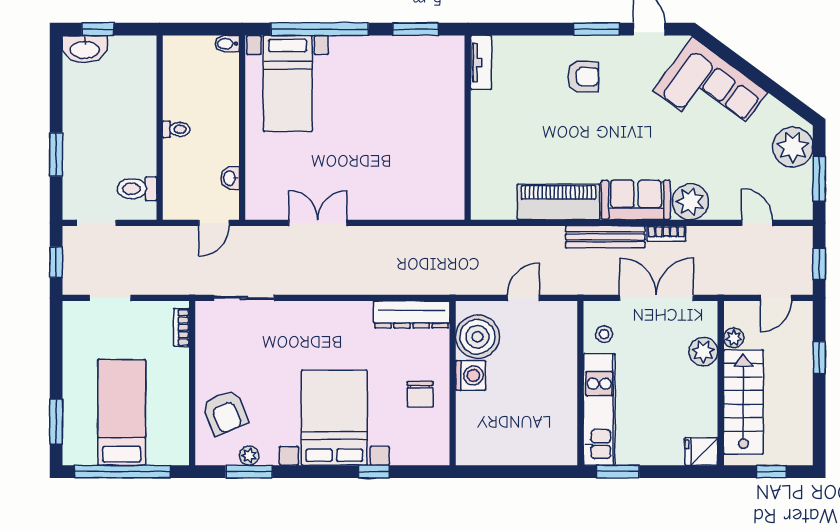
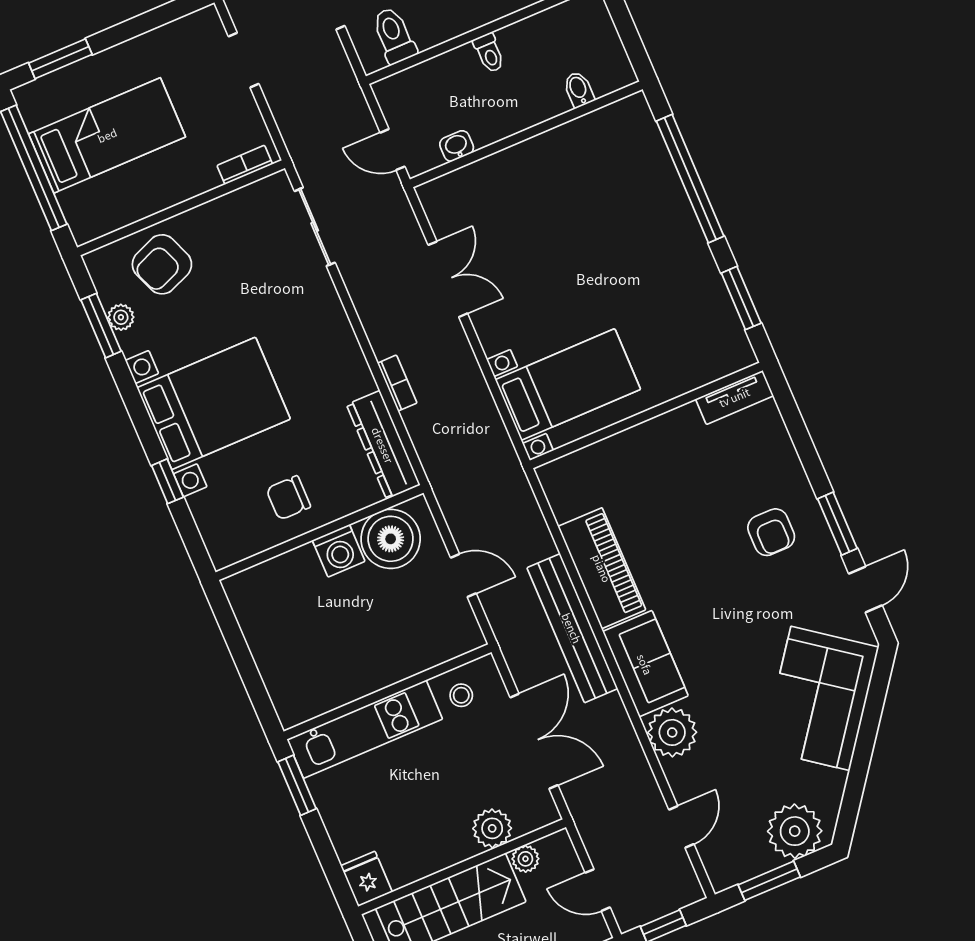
bidet: (227, 44) -> (579, 89), moved
bed with nightstands: (288, 83) -> (568, 385), moved, turned 180
bookcase: (666, 234) -> (397, 383), moved, turned 180
bench: (605, 237) -> (572, 628), width x1.37, depth x1.21

